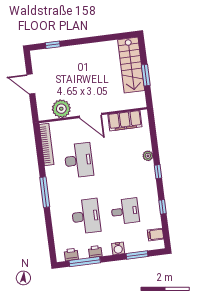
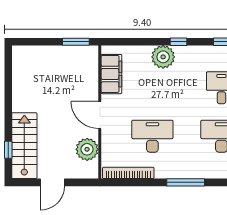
stairs: (131, 65) -> (24, 146), moved, turned -90
window: (146, 75) -> (76, 42), moved
door: (90, 115) -> (100, 115), swing flipped
plant: (148, 156) -> (163, 57), width x1.88, depth x1.88

